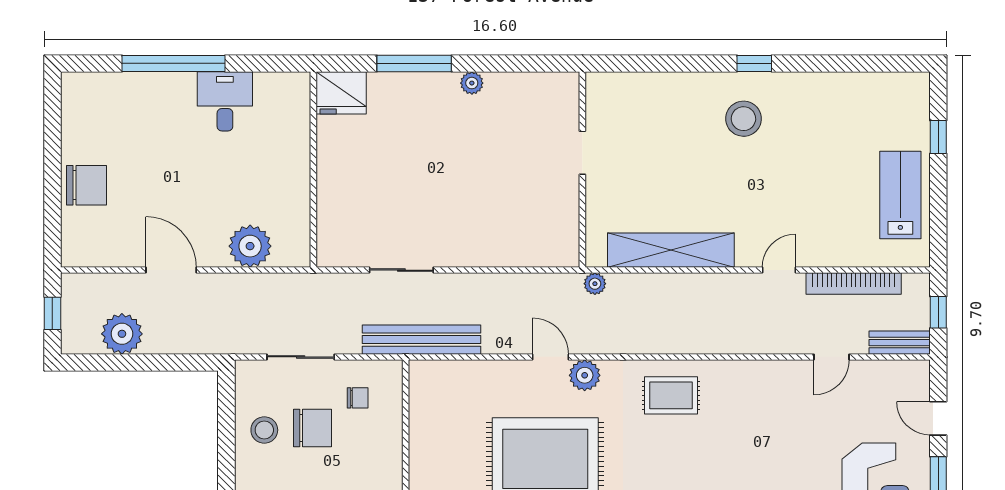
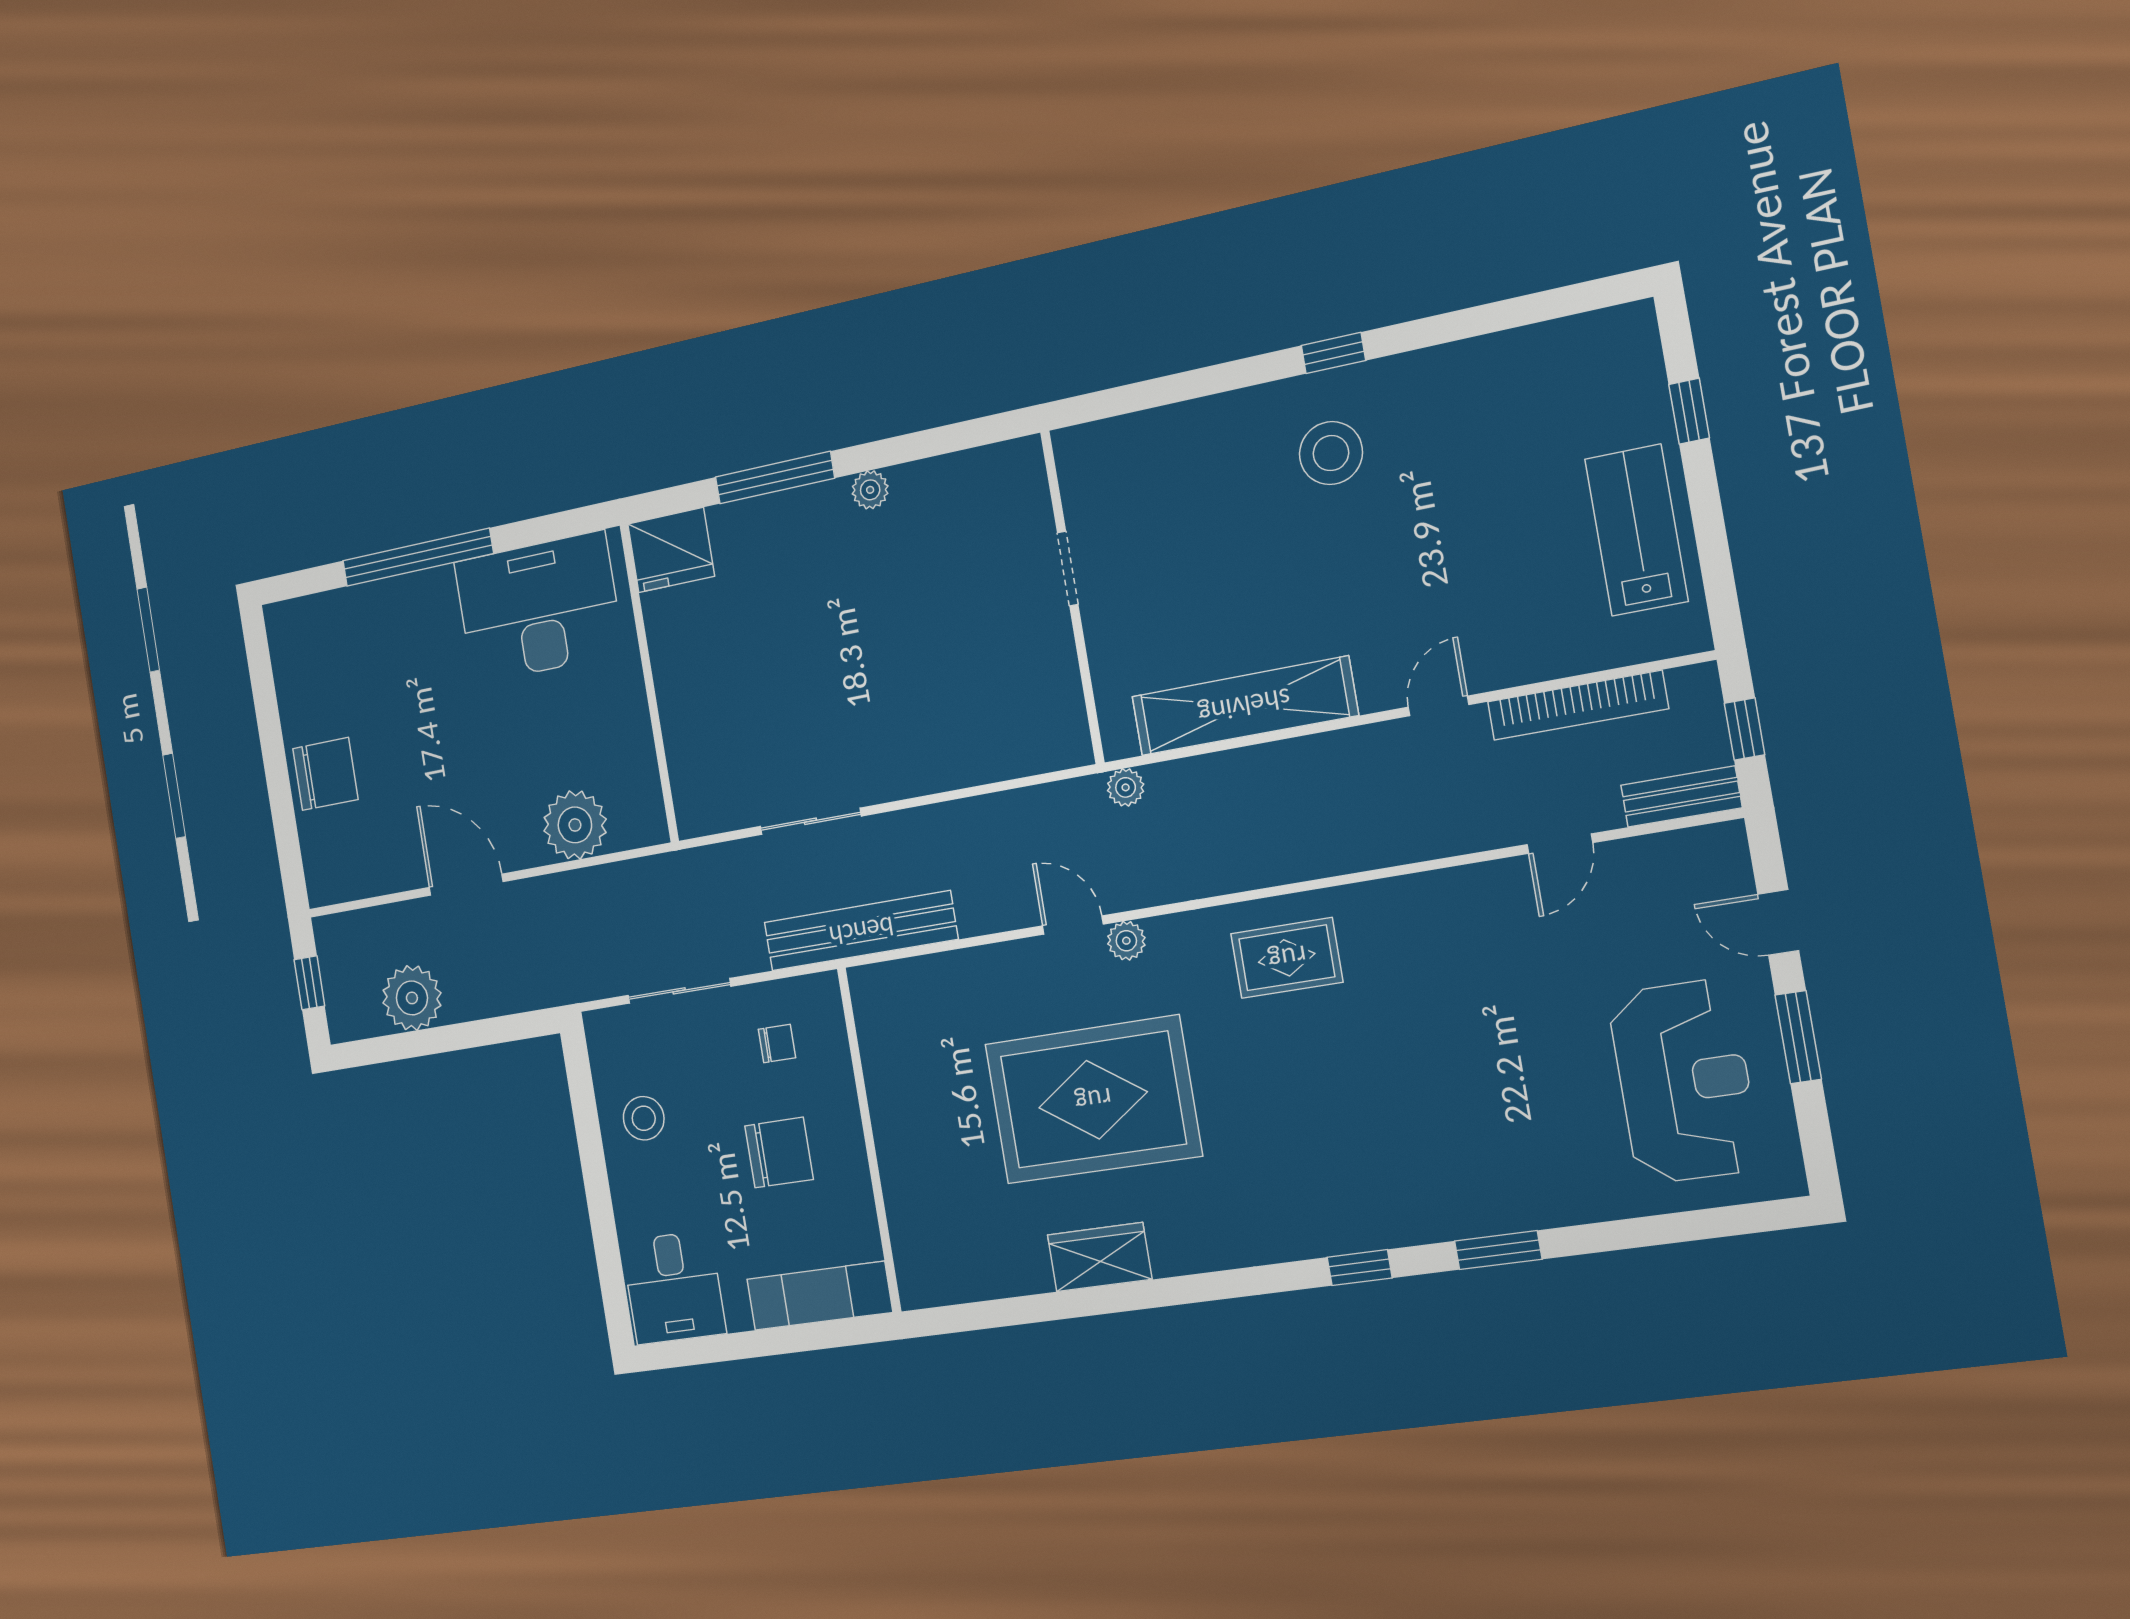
desk: (225, 101) -> (539, 608), width x1.87, depth x1.30
plant: (585, 375) -> (1126, 941), width x0.73, depth x0.73
chair: (313, 428) -> (779, 1153), moved

